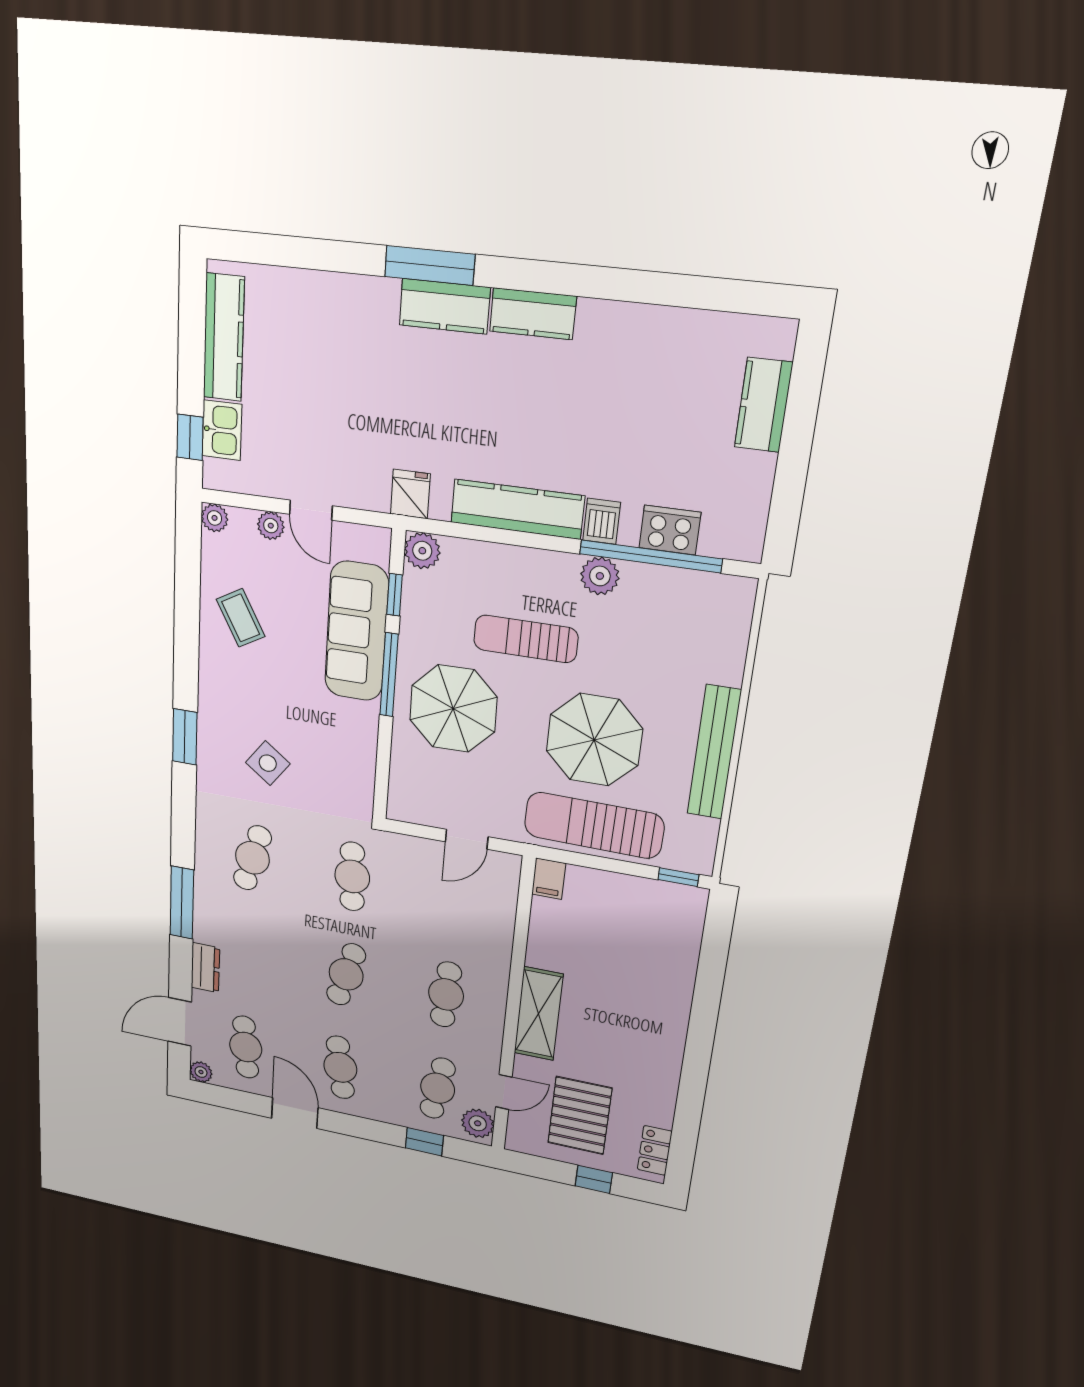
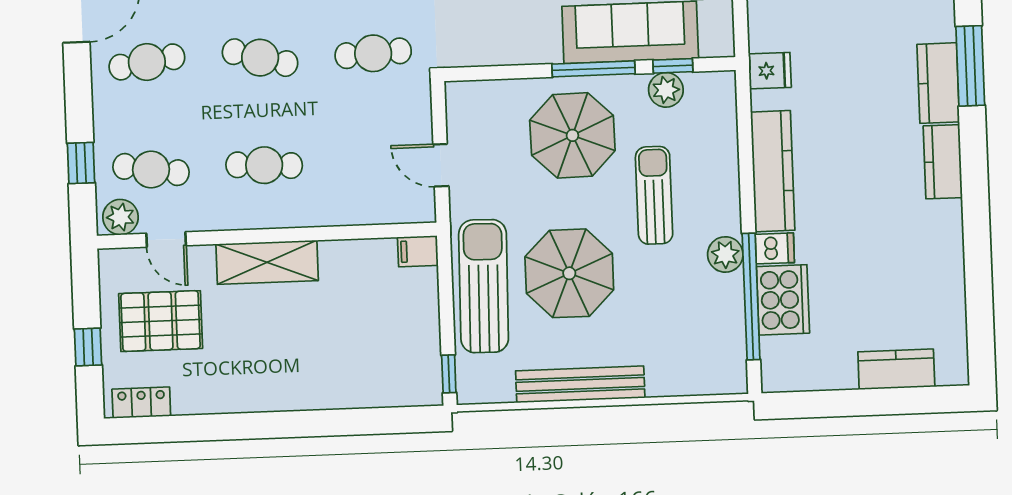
cooker: (670, 530) -> (783, 300), width x1.37, depth x1.31
plant: (422, 551) -> (666, 90), moved

